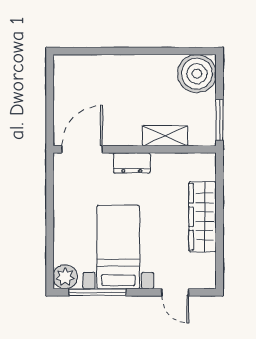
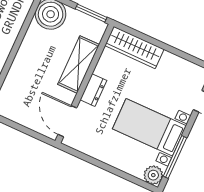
shelving: (165, 136) -> (79, 64), width x1.50, depth x1.33
wardrobe: (203, 217) -> (134, 47), moved

